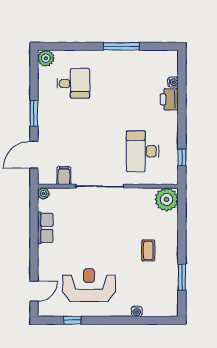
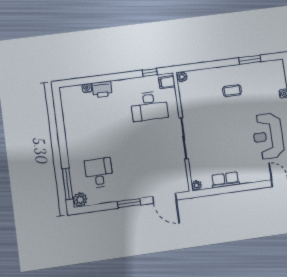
window: (121, 46) -> (68, 184), moved
filing cabinet: (64, 176) -> (167, 82), moved
plant: (166, 199) -> (182, 77), width x0.53, depth x0.53

